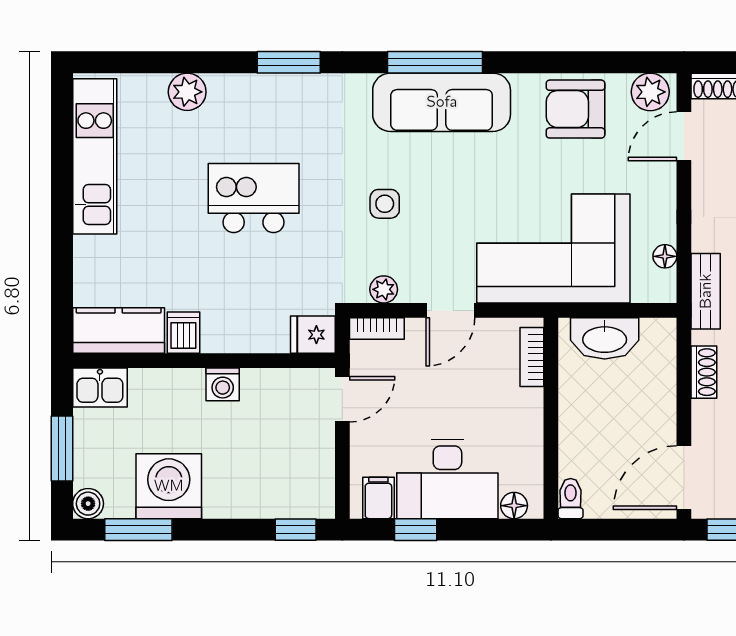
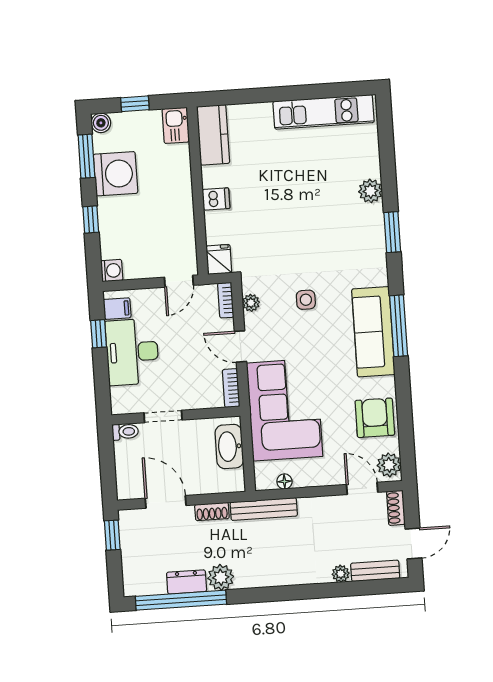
plant: (187, 92) -> (370, 191), moved
kitchen island: (254, 198) -> (304, 215), removed
bench: (706, 291) -> (264, 509), width x1.36
dishwasher: (183, 333) -> (216, 199), moved
bookcase: (532, 357) -> (231, 388), moved, turned -90
washing machine: (223, 384) -> (112, 271), moved, turned 180
door: (342, 399) -> (179, 281), hinge flipped
doorway: (551, 438) -> (163, 416), added
window: (62, 449) -> (135, 104), width x0.67
door: (684, 478) -> (166, 502), moved
floor lamp: (514, 506) -> (118, 396), removed
window: (296, 530) -> (91, 219), moved

